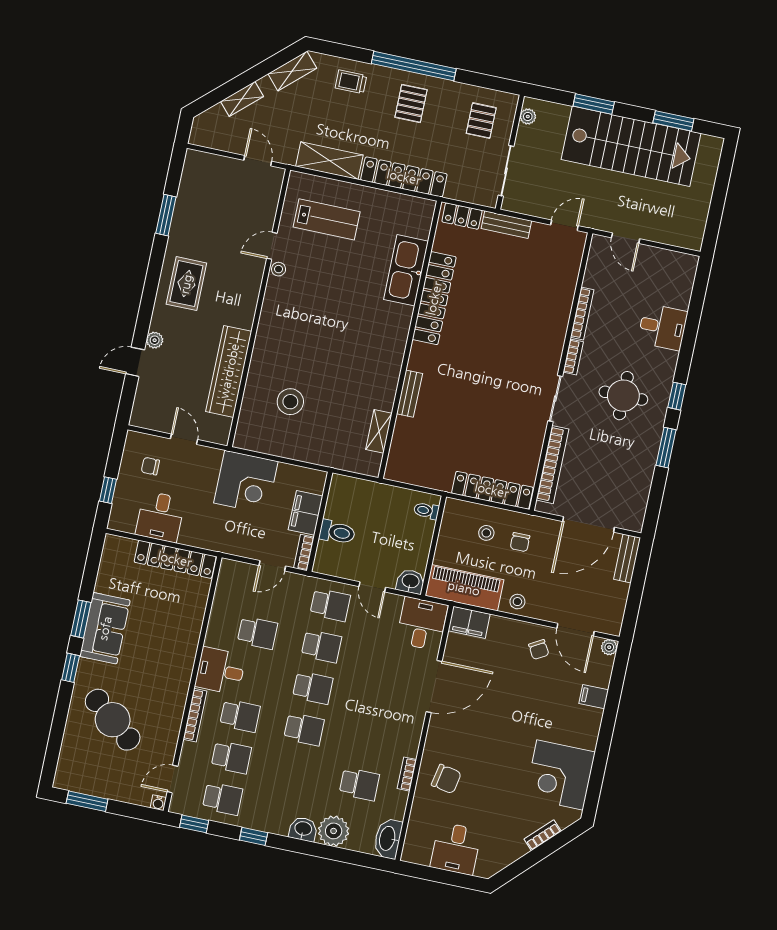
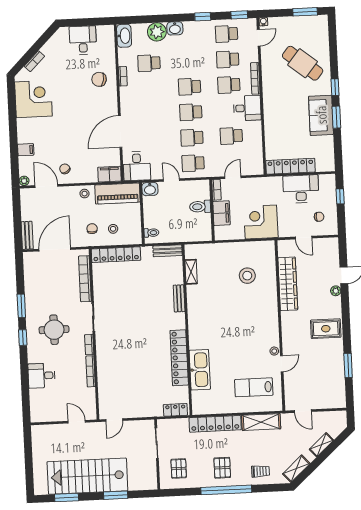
plant: (528, 116) -> (152, 478), removed
bench: (506, 225) -> (168, 251), moved
rug: (186, 284) -> (326, 329), turned 90
desk: (160, 517) -> (301, 189), width x1.37

